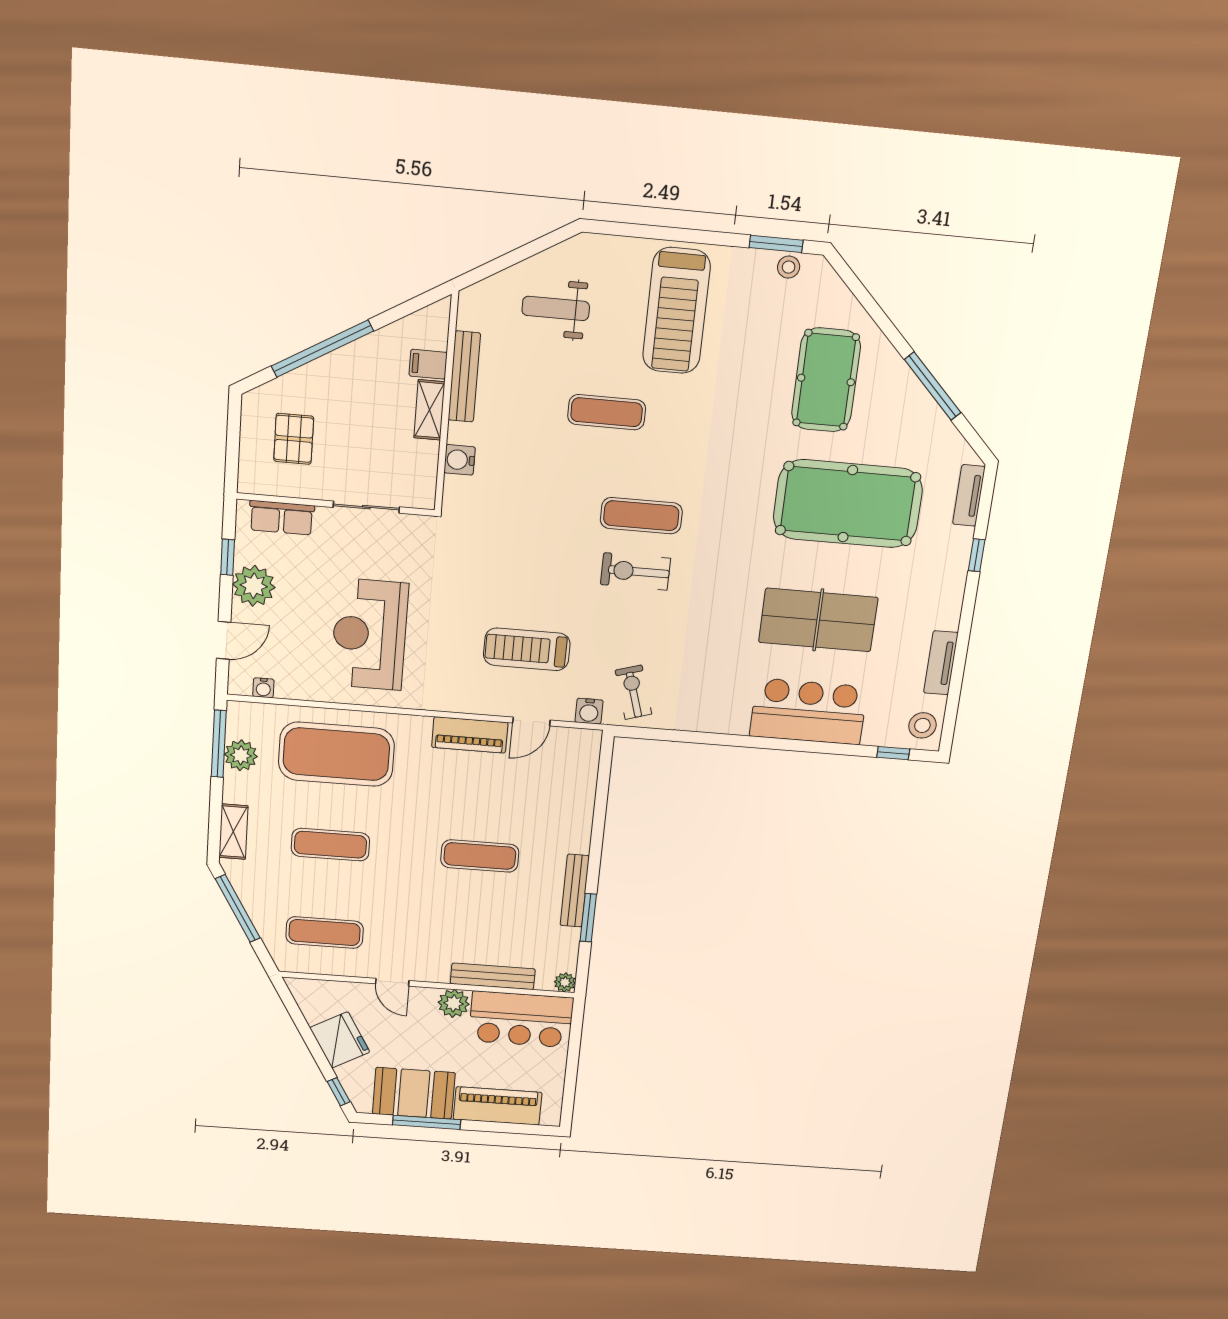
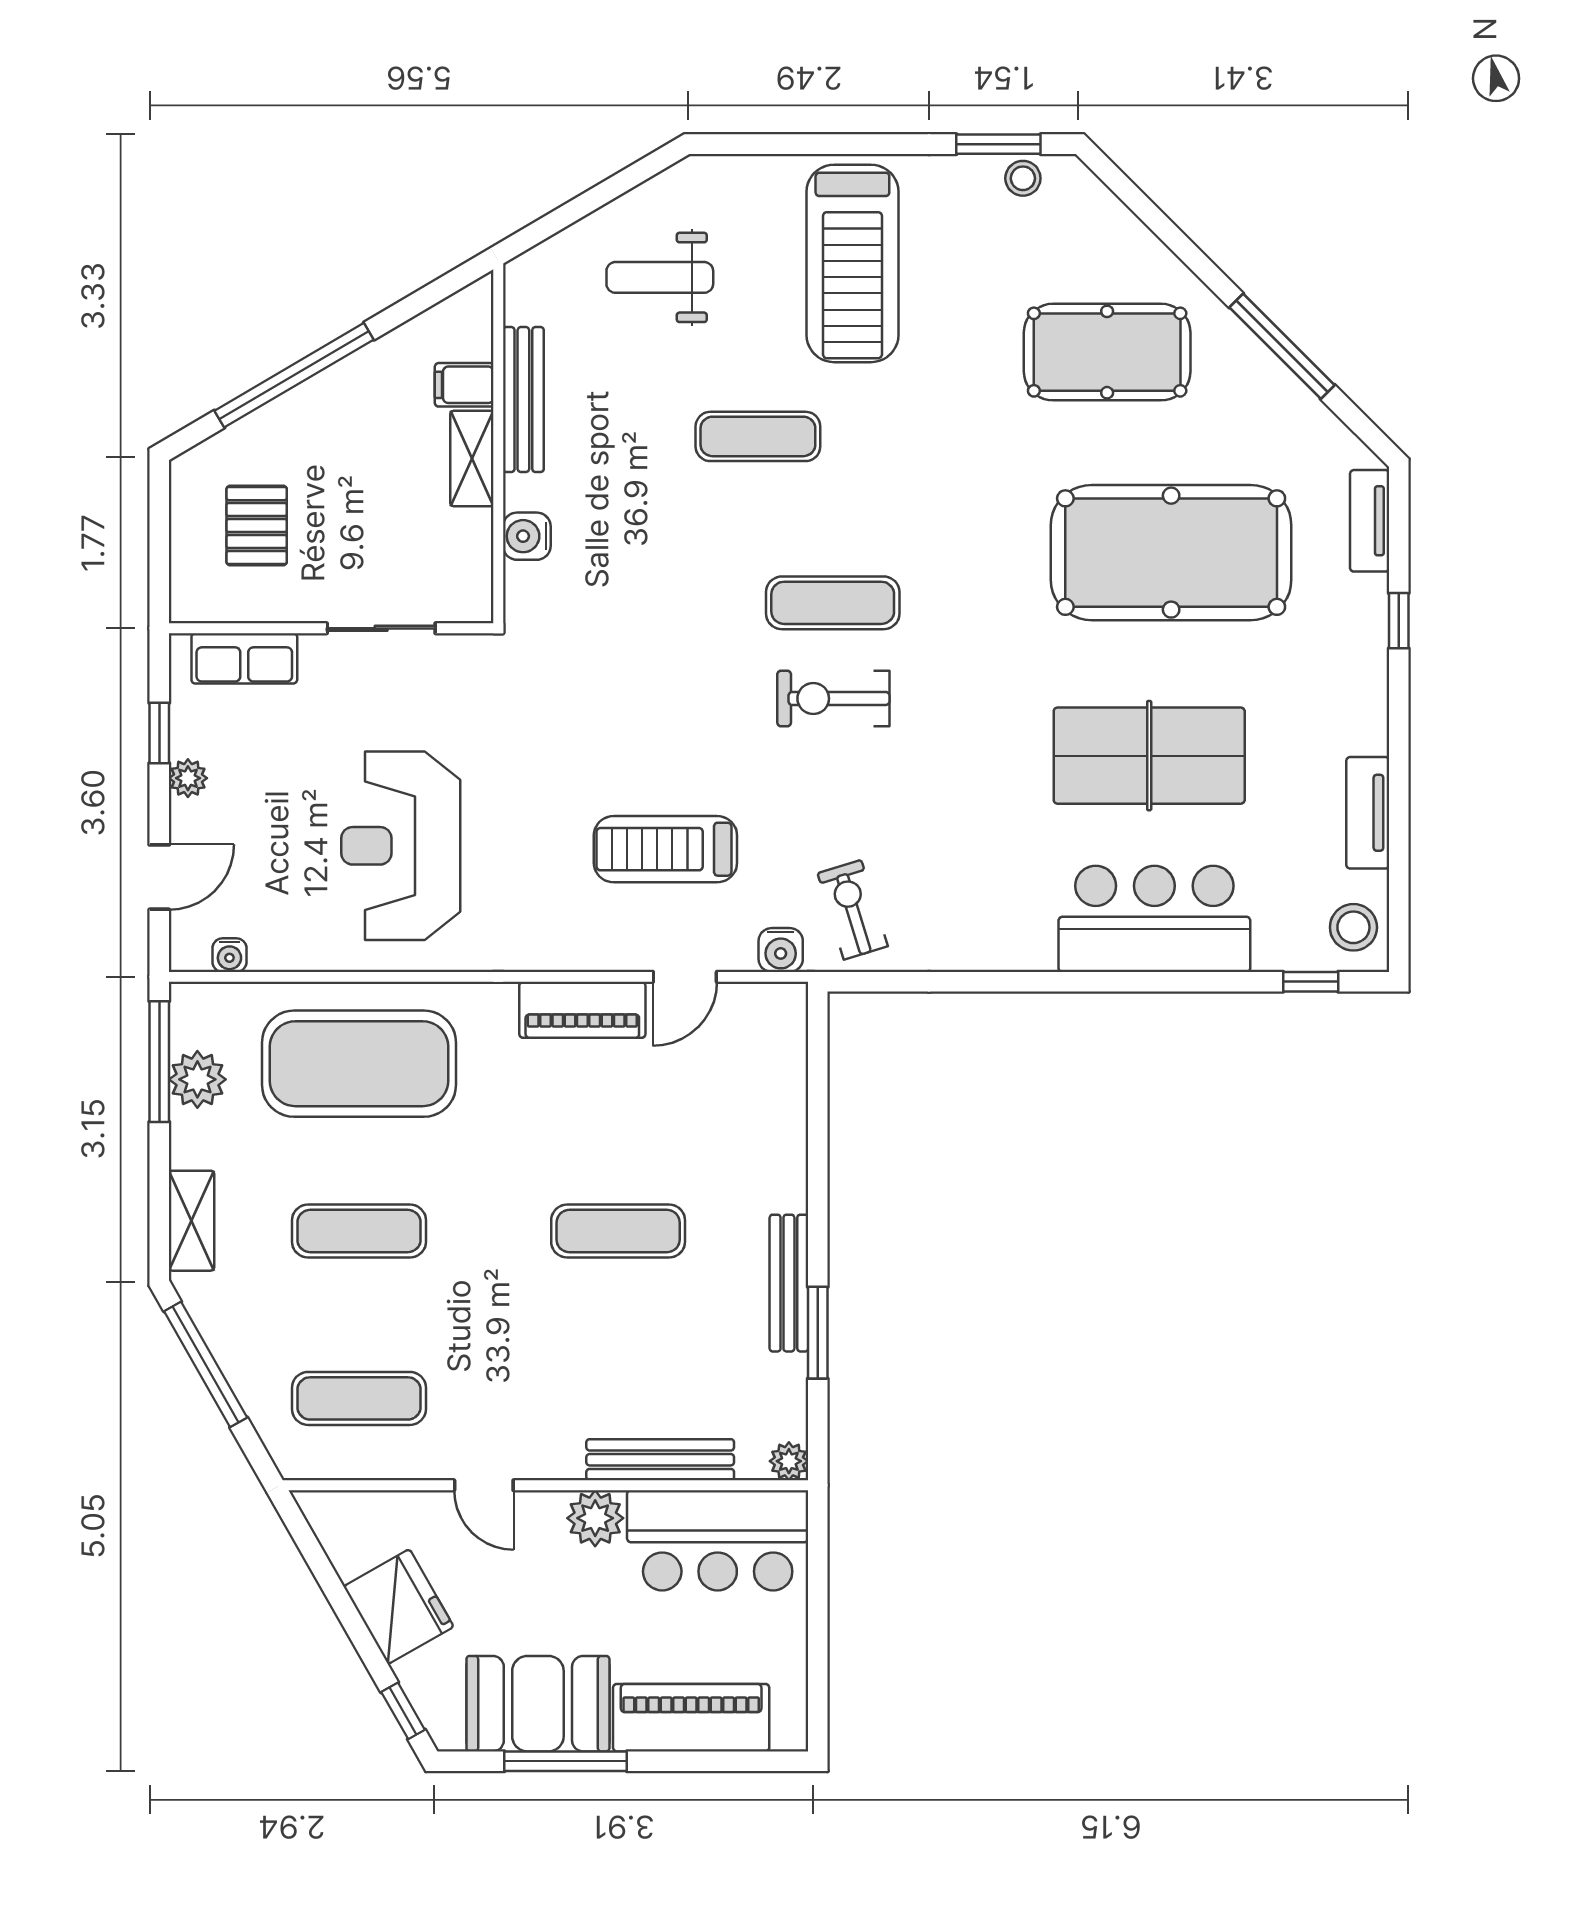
pool table: (826, 380) -> (1107, 352), turned 90
plant: (254, 586) -> (188, 778), width x0.53, depth x0.53

